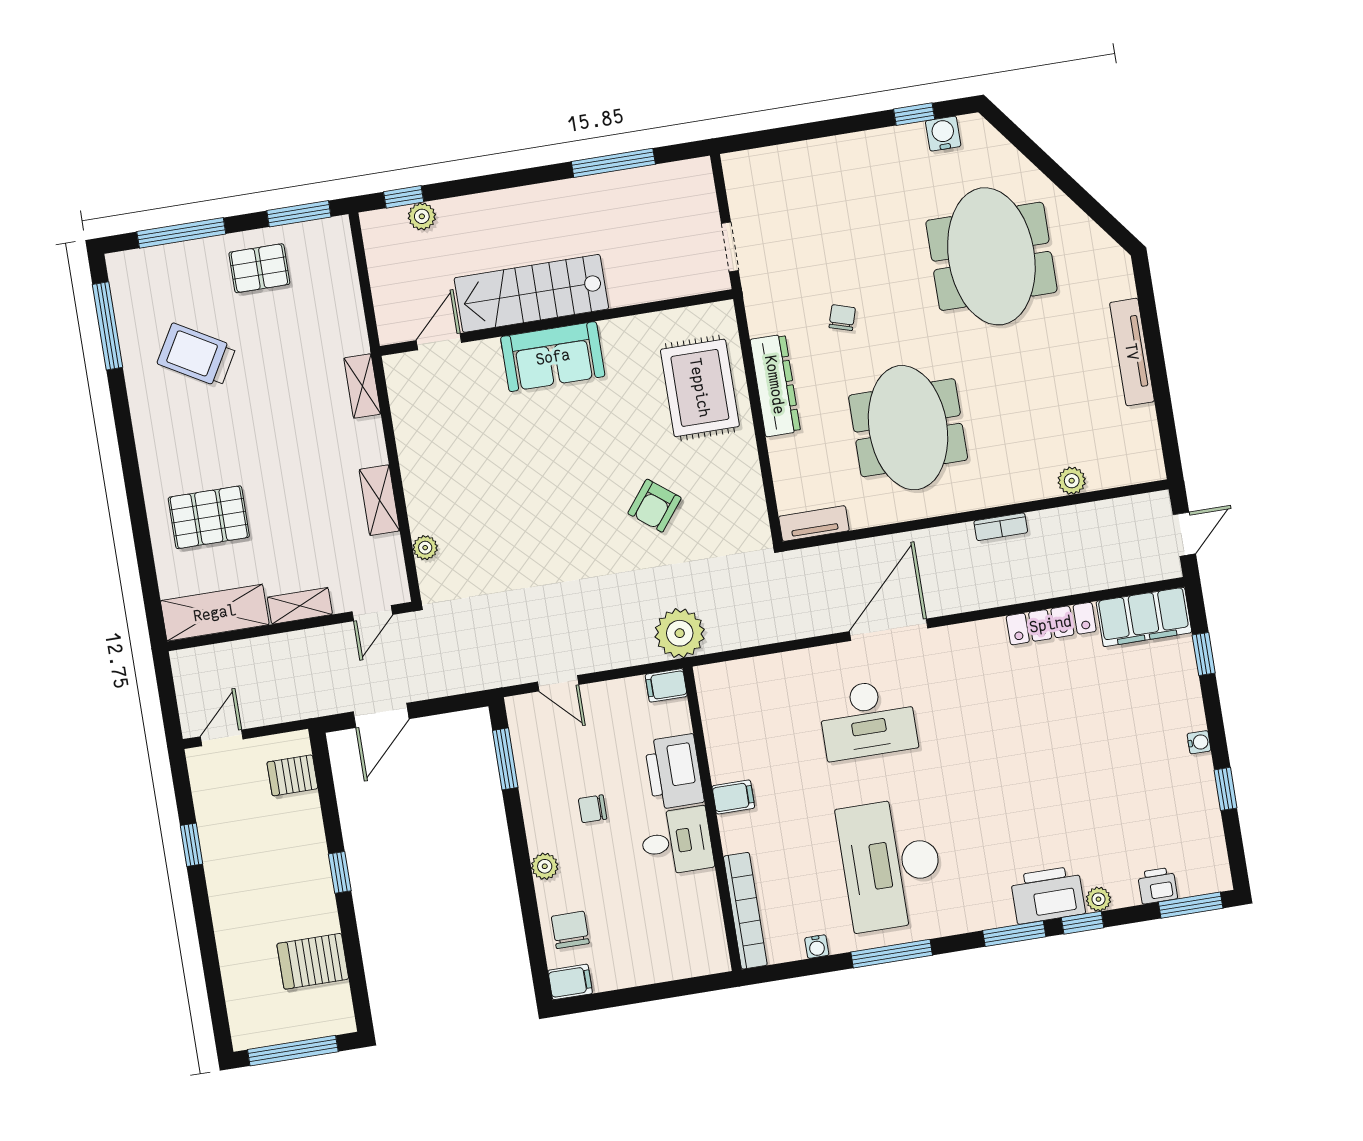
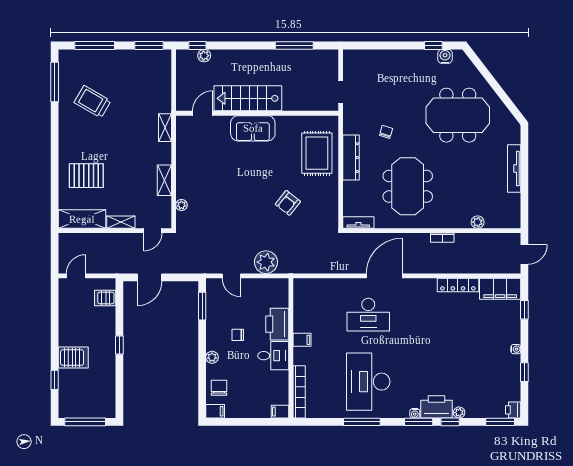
meeting table: (991, 256) -> (458, 115), turned 90
pallet: (259, 268) -> (127, 67), removed
plant: (680, 633) -> (266, 262), moved
filing cabinet: (666, 685) -> (280, 412), moved
window: (192, 845) -> (55, 380), moved
printer: (1158, 886) -> (513, 410), moved, turned -90
water cooler: (817, 947) -> (415, 413), moved
server rack: (313, 961) -> (73, 358), moved, turned 180

